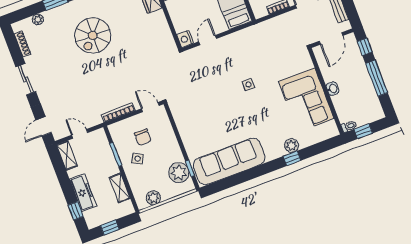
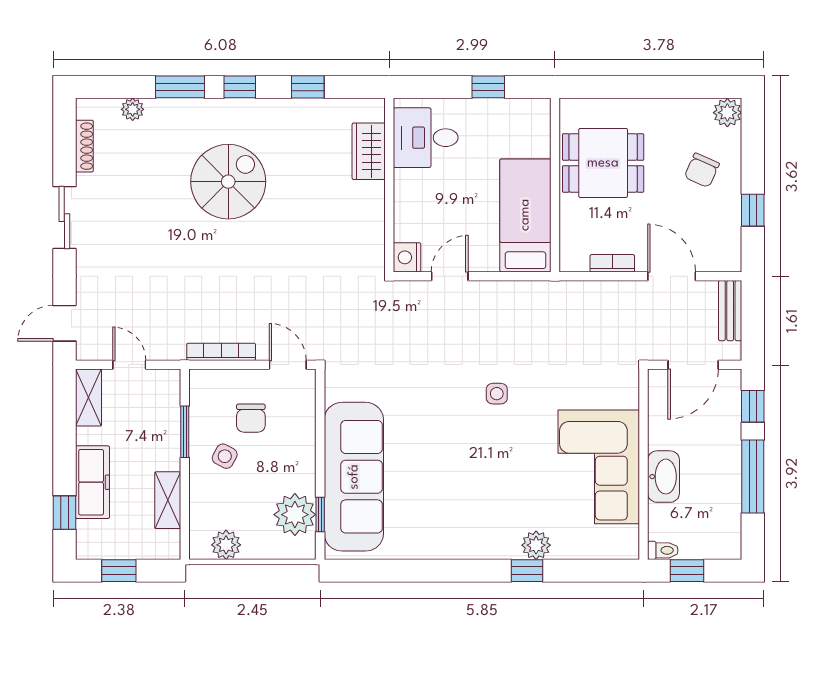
spiral stairs: (93, 35) -> (228, 182), turned 180
washbasin: (333, 89) -> (664, 477), width x1.91, depth x1.45
sofa: (229, 161) -> (354, 477), moved, turned 90

